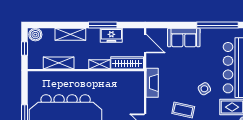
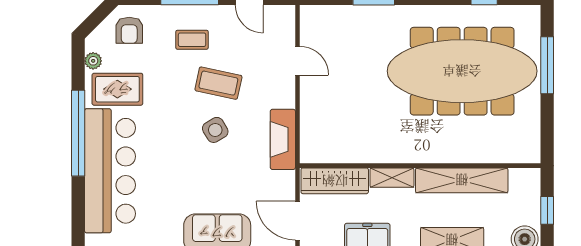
shelving: (59, 63) -> (462, 180), width x1.47
side table: (204, 89) -> (215, 130), moved

